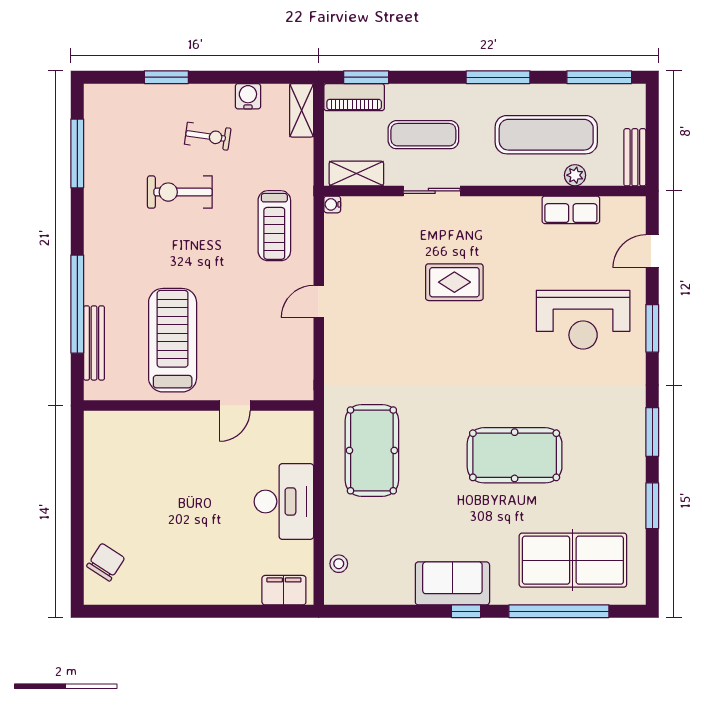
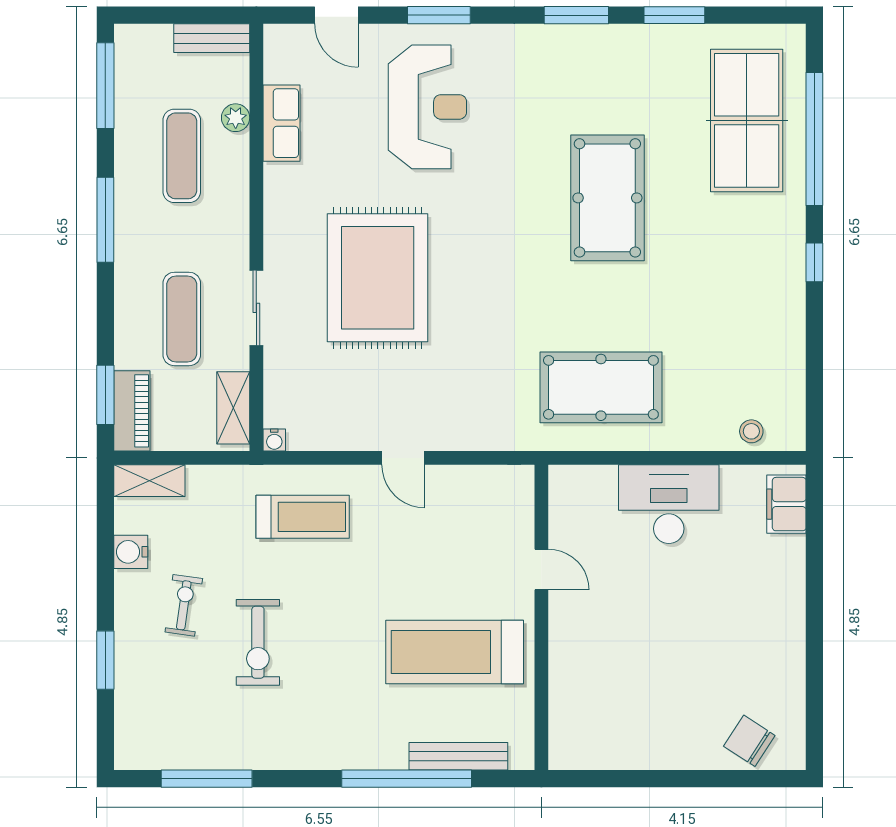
exercise mat: (546, 135) -> (182, 156), width x0.73, depth x0.69
rug: (454, 282) -> (378, 278), width x1.86, depth x2.06
sofa: (452, 583) -> (777, 280), removed

